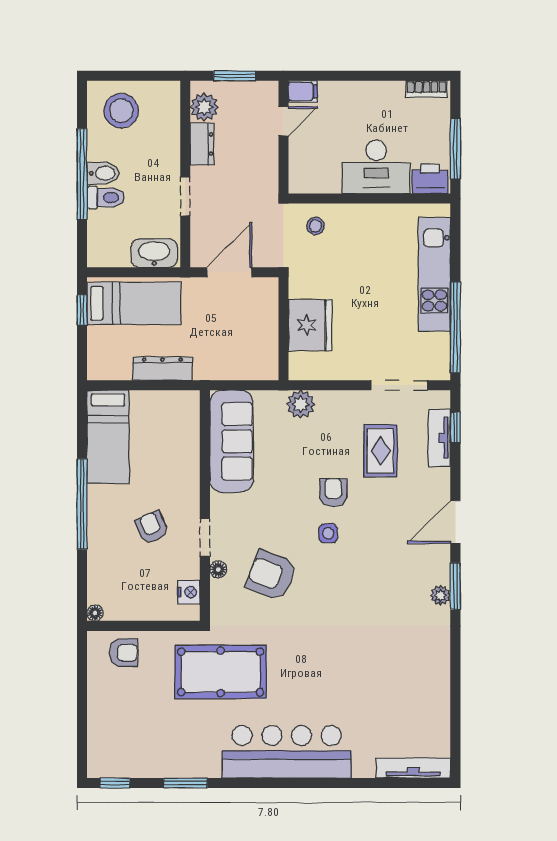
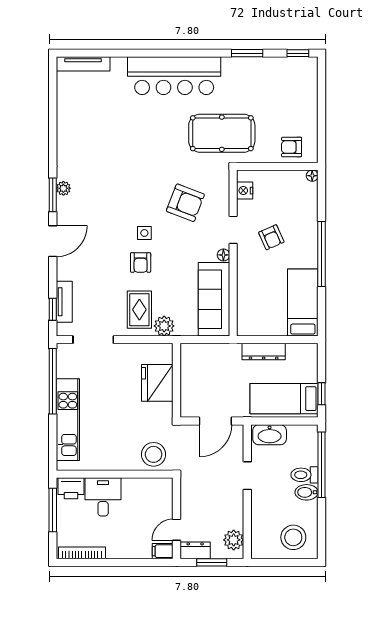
bookcase: (426, 89) -> (82, 553), width x1.56
dresser: (202, 144) -> (195, 550), moved, turned 90
desk: (376, 167) -> (103, 497), width x0.73
window: (82, 174) -> (322, 465), moved
stool: (315, 226) -> (154, 454), width x1.89, depth x1.89
rug: (380, 451) -> (139, 310), moved
floor lamp: (218, 570) -> (223, 255), moved

